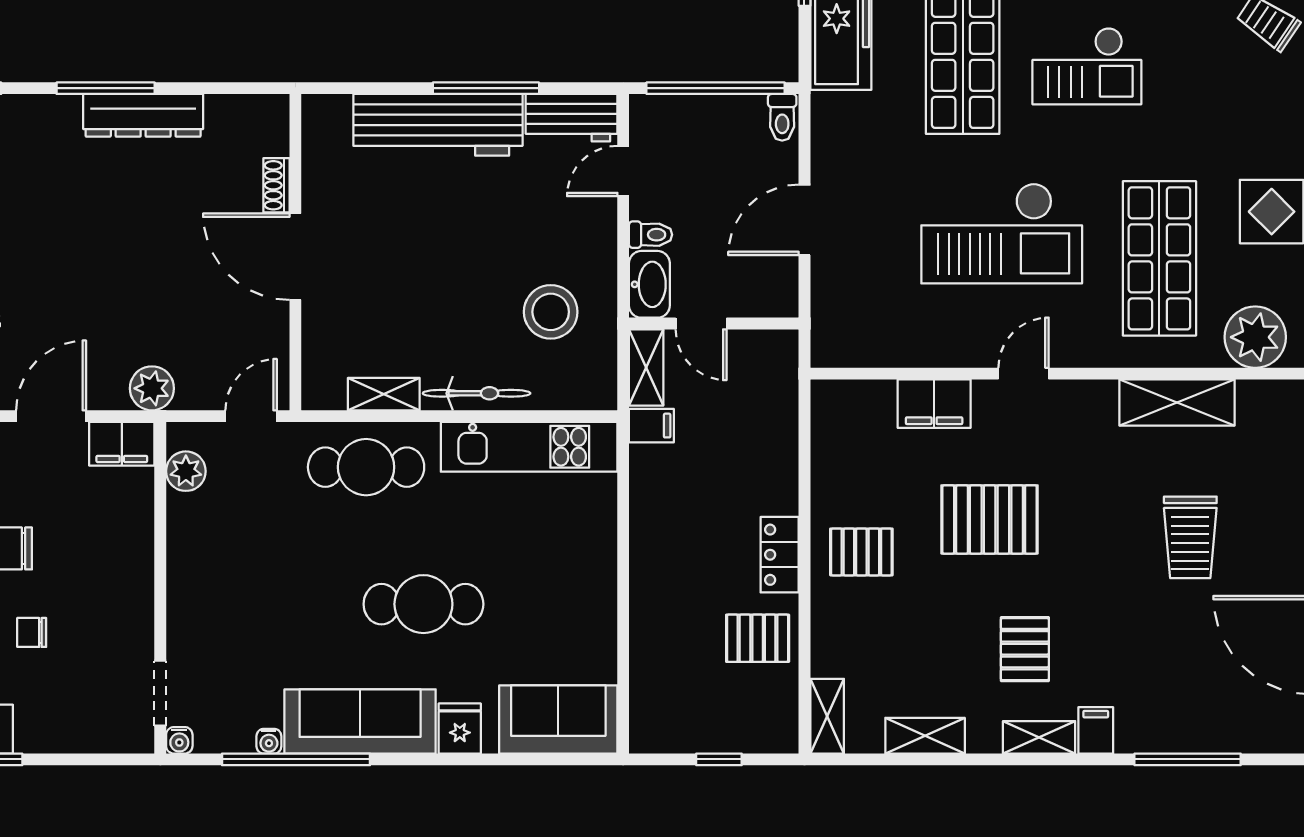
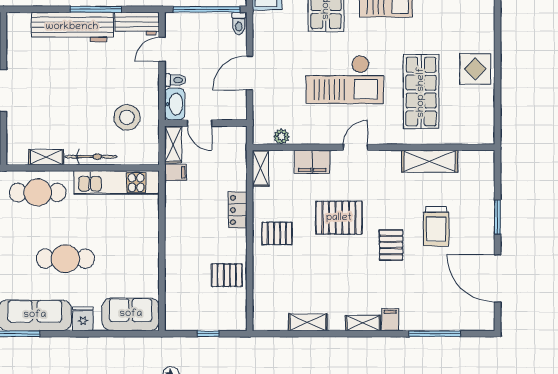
plant: (1255, 337) -> (281, 137), moved, width x0.53, depth x0.53
locker: (780, 555) -> (238, 210), moved
pallet: (1025, 649) -> (391, 245), moved
shelving: (827, 716) -> (260, 168), moved

